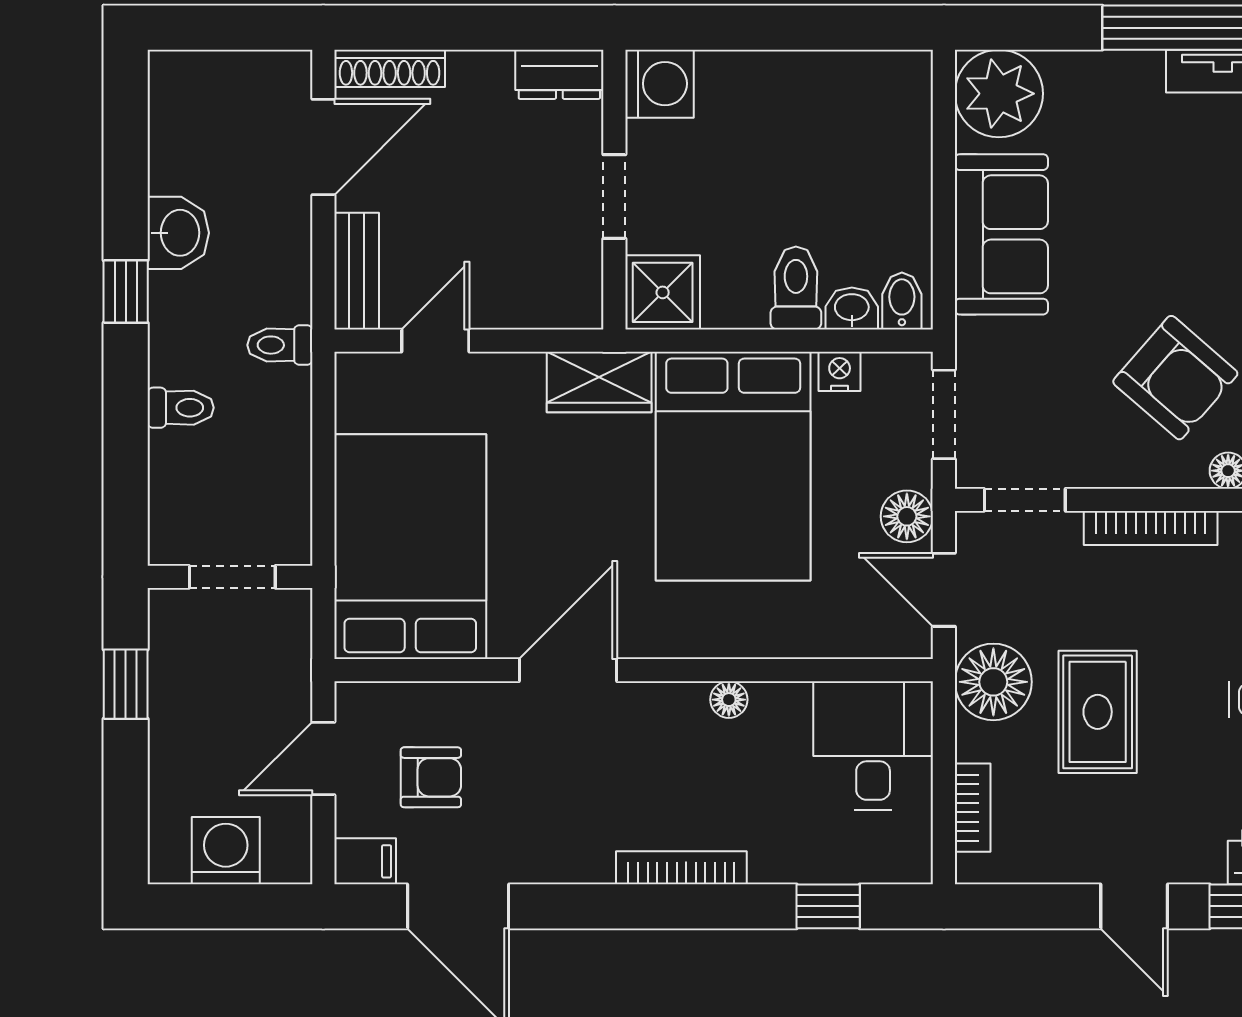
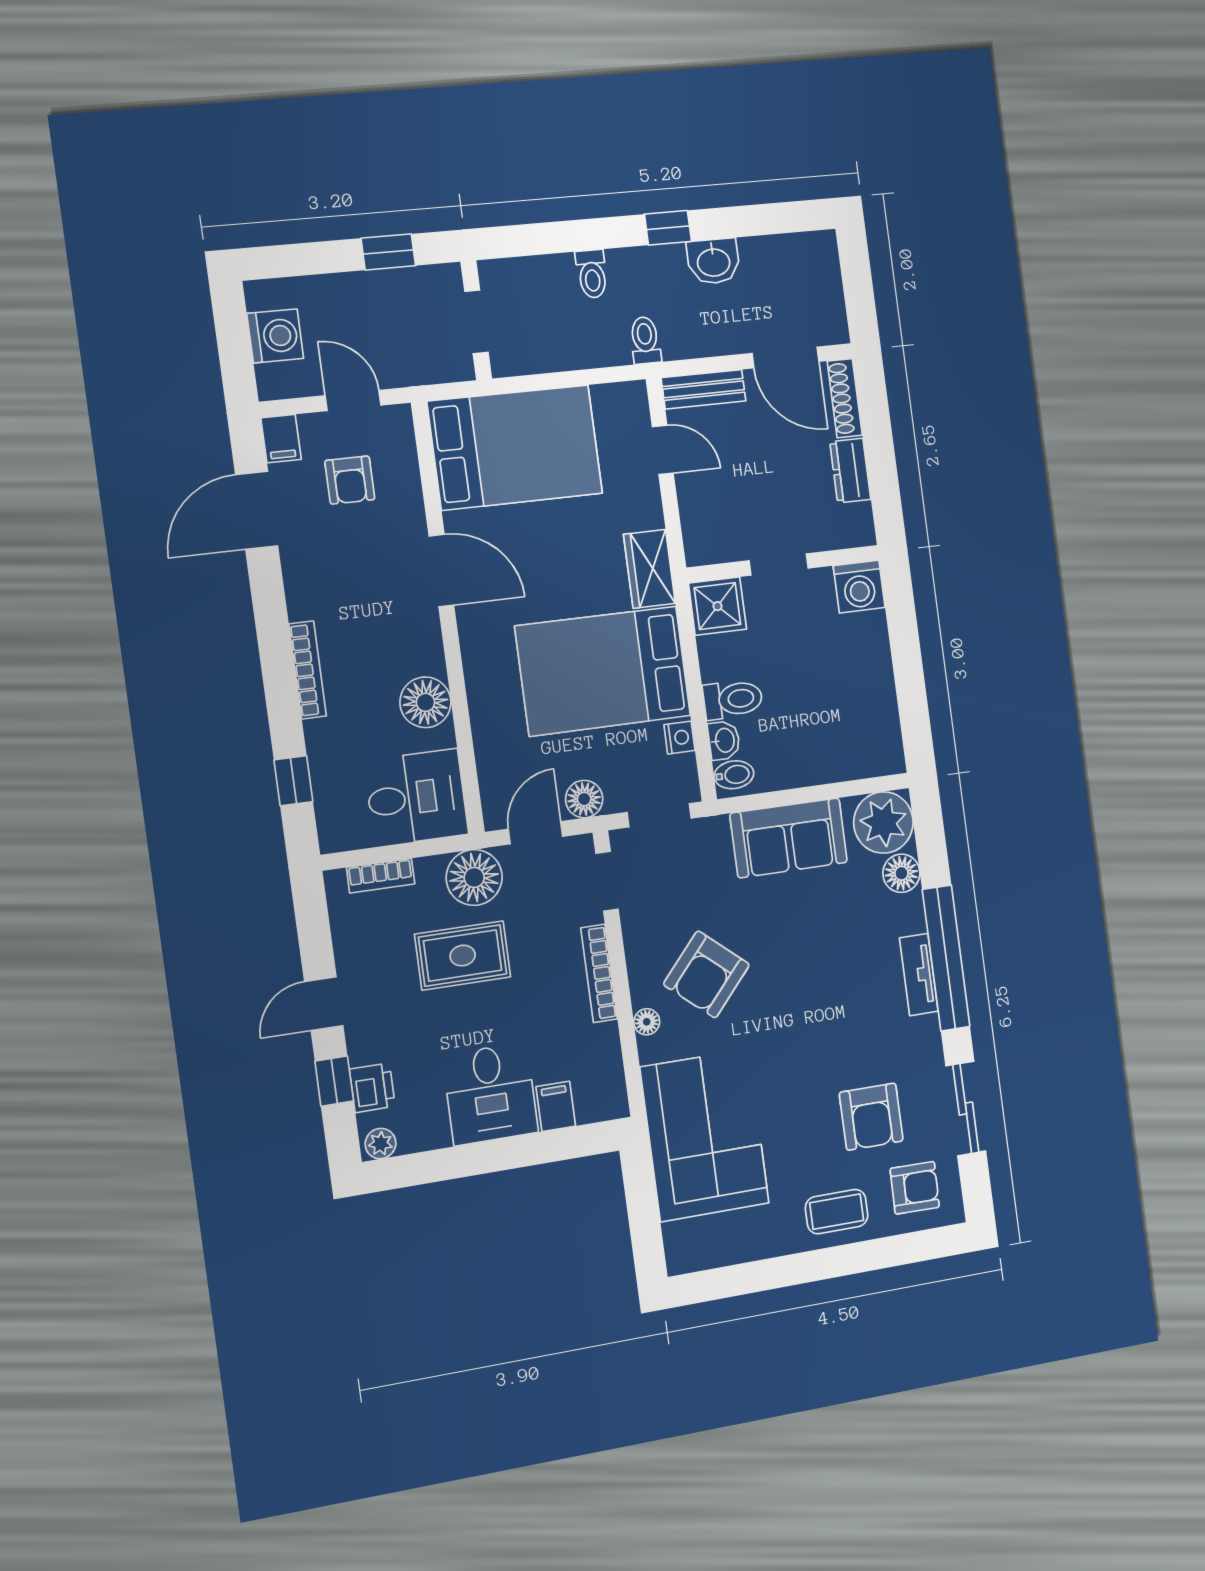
dresser: (559, 74) -> (850, 471), moved
floor lamp: (1075, 77) -> (901, 873), added
floor lamp: (729, 700) -> (425, 702), width x1.89, depth x1.89

